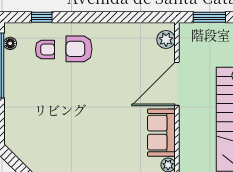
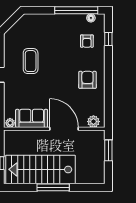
armchair: (79, 49) -> (87, 80), moved
coffee table: (75, 134) -> (31, 61), added

